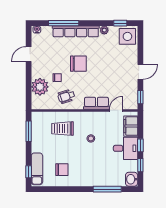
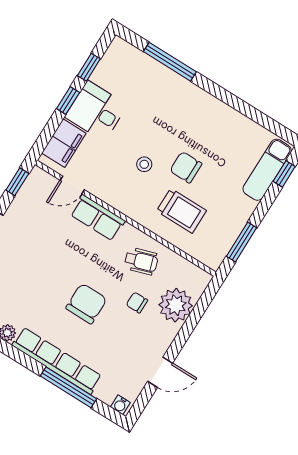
chair: (78, 64) -> (86, 304), turned 90
chair: (62, 170) -> (186, 167), moved
washbasin: (132, 179) -> (118, 53), removed

